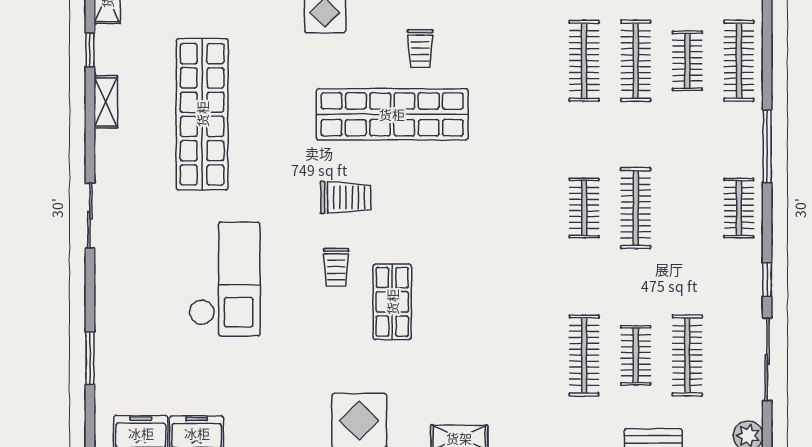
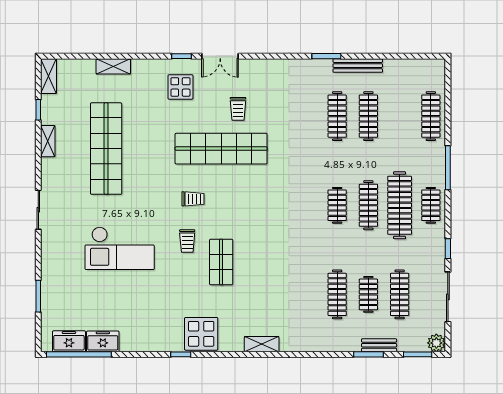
clothes rail: (687, 61) -> (400, 205), moved, width x1.86, depth x1.31
trolley: (346, 197) -> (193, 199), width x0.73, depth x0.72
checkout: (224, 279) -> (120, 248), turned 90

